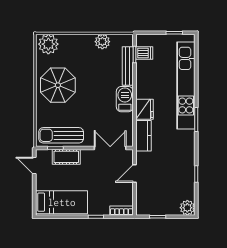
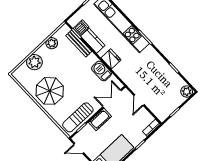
plant: (48, 44) -> (34, 62), moved
barbecue: (125, 99) -> (102, 71), moved
kitchen counter: (144, 136) -> (93, 41), moved
cot: (66, 157) -> (100, 119), moved

